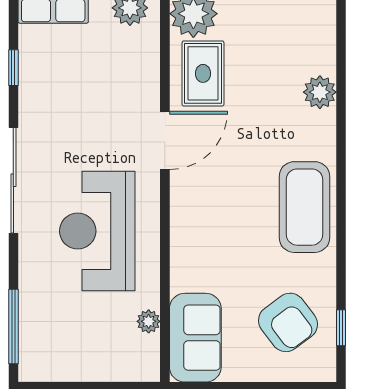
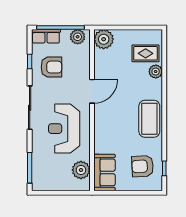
rug: (203, 73) -> (146, 53), moved, turned 90
armchair: (66, 81) -> (51, 67), added
plant: (149, 321) -> (81, 170), width x1.88, depth x1.88
armchair: (288, 322) -> (143, 166), turned 124

